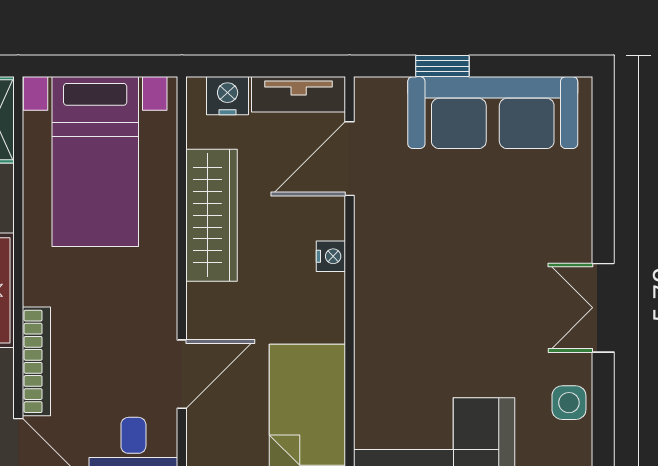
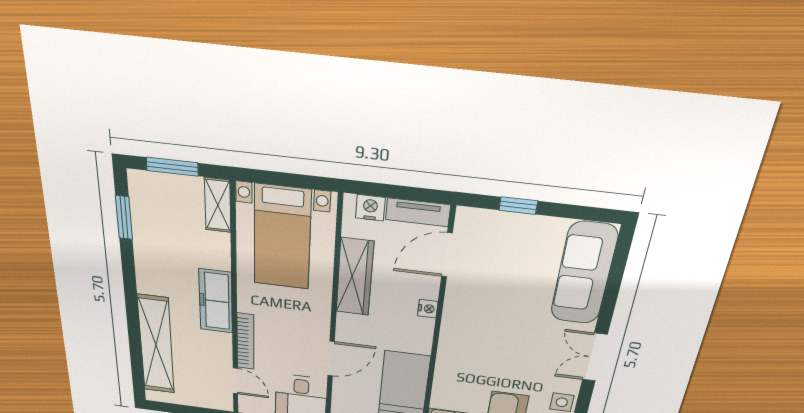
sofa: (493, 113) -> (584, 274), moved, turned 90

